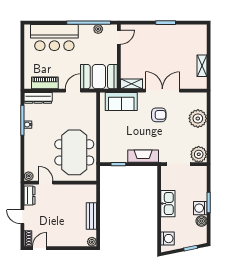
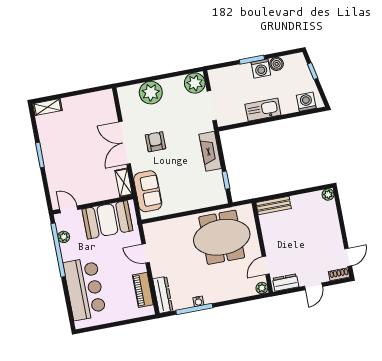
shelving: (202, 66) -> (48, 107), moved
booth: (99, 77) -> (107, 220), moved, turned 90
bench: (91, 216) -> (274, 205), moved
door: (40, 248) -> (348, 257), swing flipped

